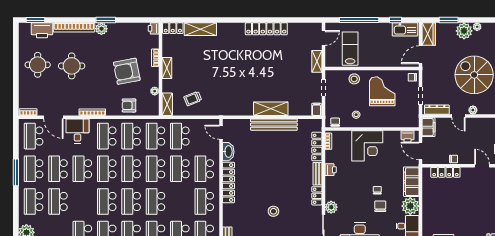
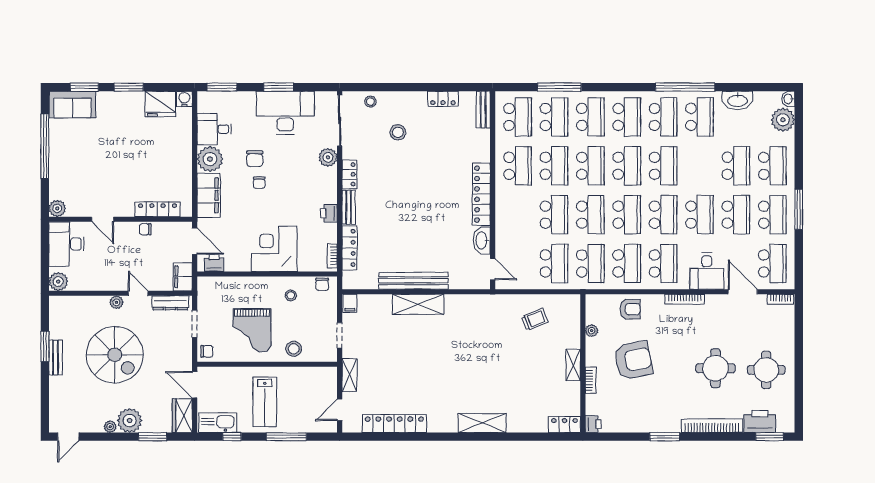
window: (359, 20) -> (286, 437), width x0.68
plant: (101, 29) -> (671, 424), removed
shelving: (200, 29) -> (482, 423), moved
locker: (266, 29) -> (394, 424), moved
lab bench: (350, 49) -> (265, 402), moved
door: (421, 55) -> (195, 385), swing flipped
shelving: (167, 104) -> (573, 311), removed
school desk: (204, 169) -> (554, 166), moved
stool: (273, 211) -> (398, 132), moved

